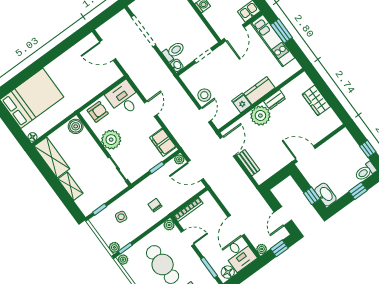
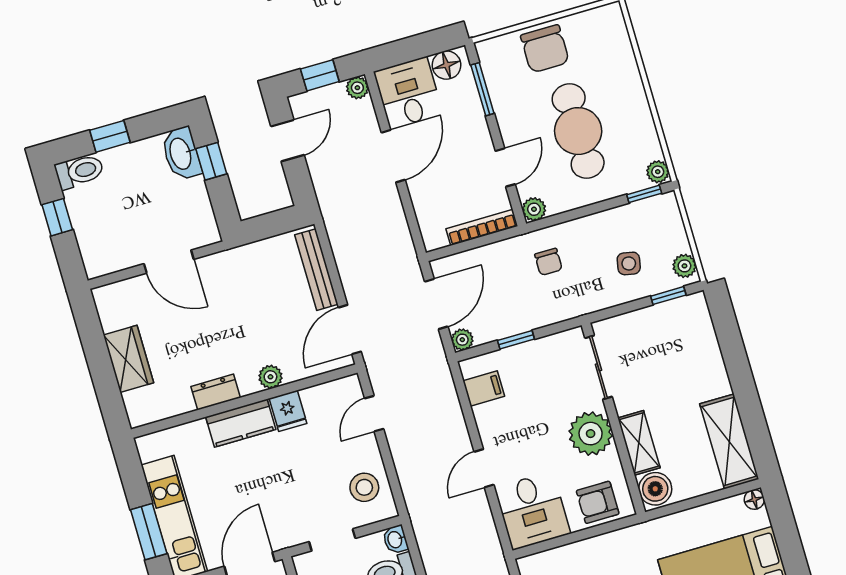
stool: (204, 95) -> (364, 487), moved
plant: (260, 116) -> (270, 377), width x0.53, depth x0.53
filing cabinet: (163, 142) -> (484, 388), width x0.50
door: (305, 154) -> (169, 262), moved
bench: (248, 163) -> (316, 270), width x1.36
door: (196, 170) -> (436, 304), hinge flipped
shelving: (70, 186) -> (639, 443), moved
door: (188, 238) -> (505, 168), swing flipped
plant: (114, 247) -> (684, 266), moved

